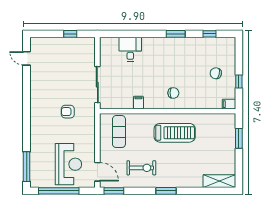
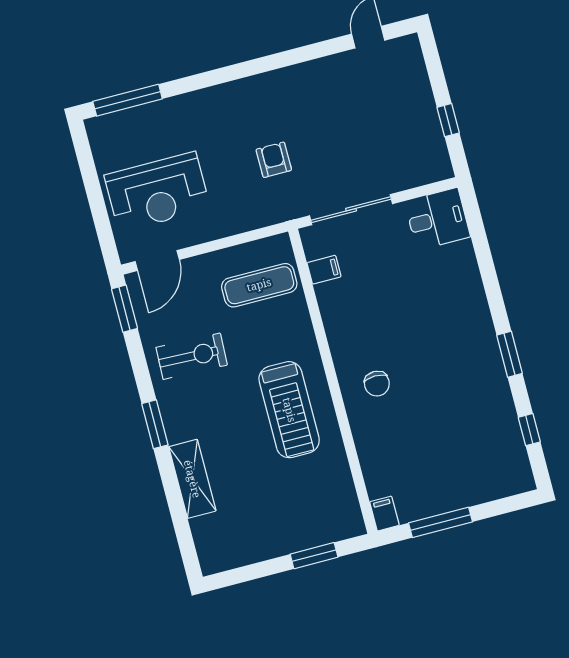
desk: (130, 49) -> (437, 219), moved
chair: (216, 73) -> (445, 467), removed
window: (239, 81) -> (440, 522), width x2.17
filing cabinet: (138, 103) -> (324, 270), moved
exercise bike: (141, 168) -> (192, 356), turned -88
shelving: (219, 181) -> (192, 479), moved
window: (59, 191) -> (92, 186), removed

